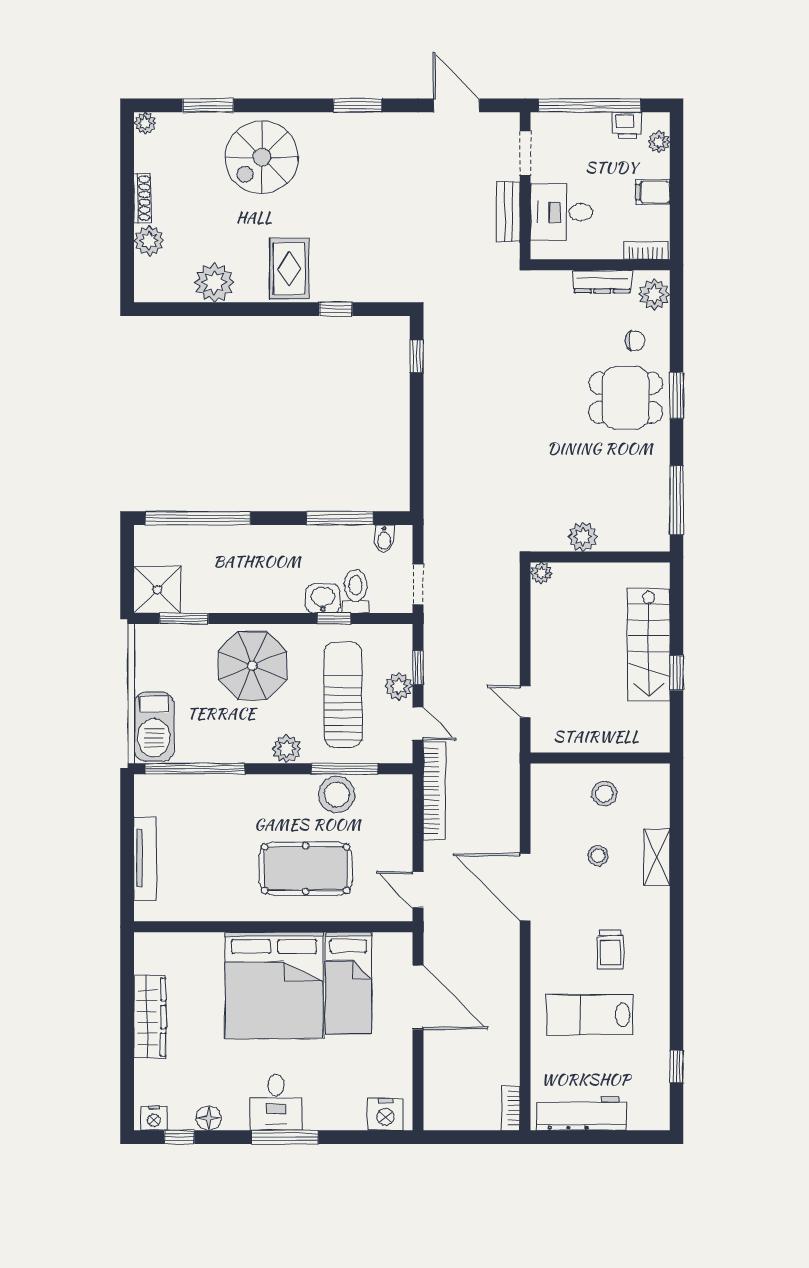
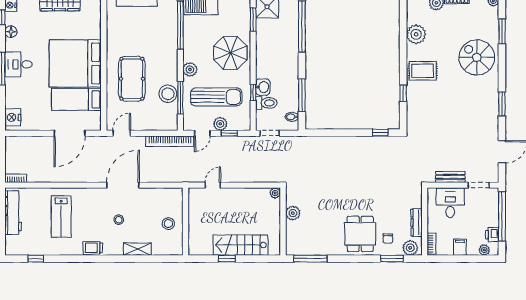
window: (677, 396) -> (392, 259), moved
stool: (598, 855) -> (119, 220), moved
trolley: (610, 950) -> (93, 248), moved
lab bench: (590, 1015) -> (61, 217), turned 180

